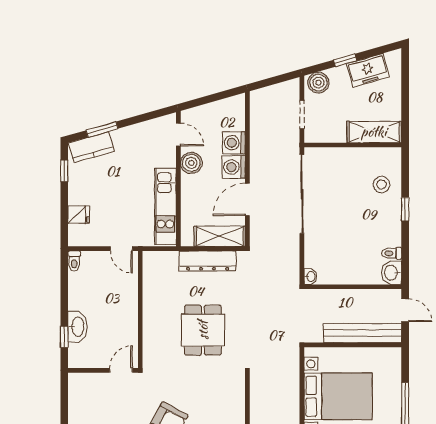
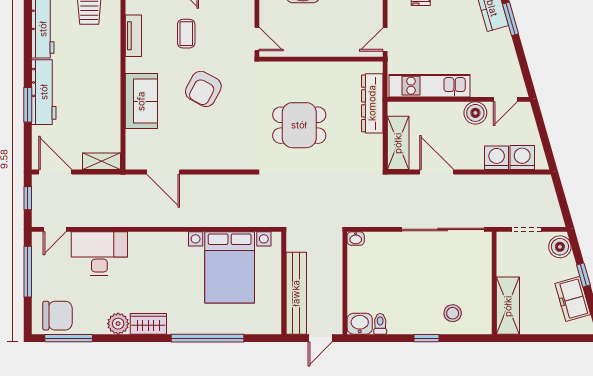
washing machine: (234, 167) -> (522, 158), moved
dresser: (208, 261) -> (372, 103), moved

